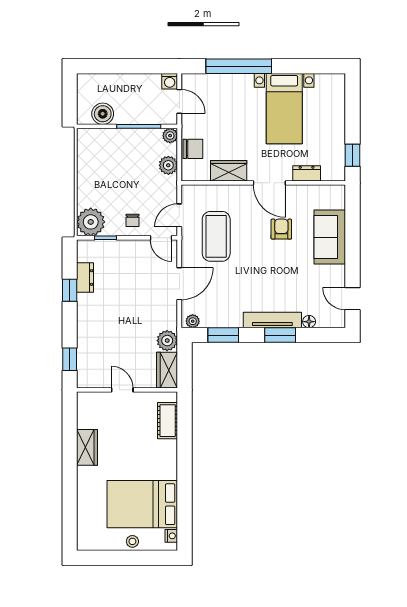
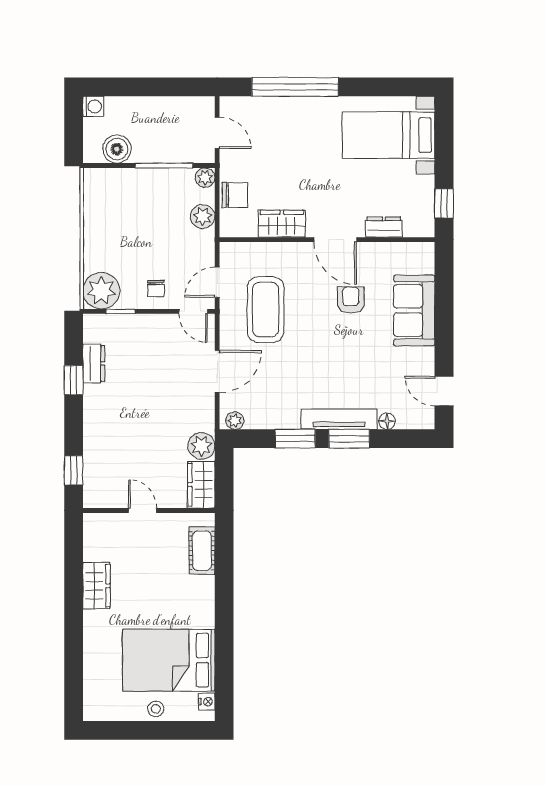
washing machine: (170, 81) -> (93, 106), moved, turned -90
bed with nightstands: (284, 109) -> (389, 135), moved, turned 90
window: (223, 335) -> (295, 439), moved

